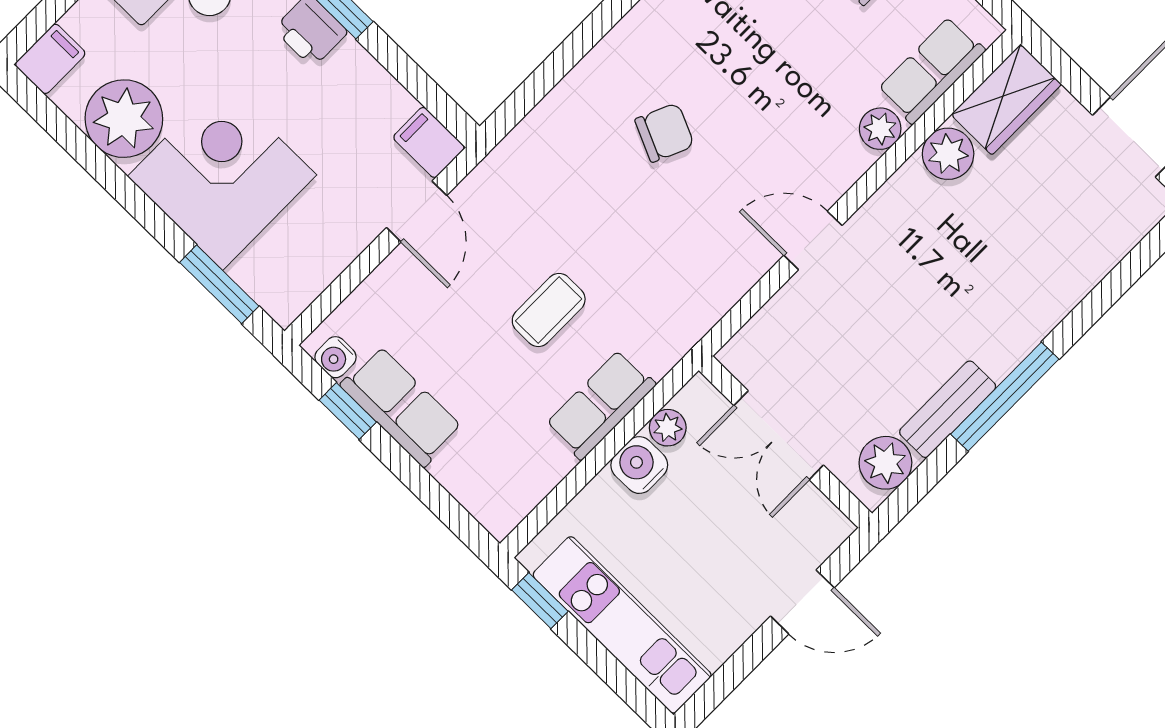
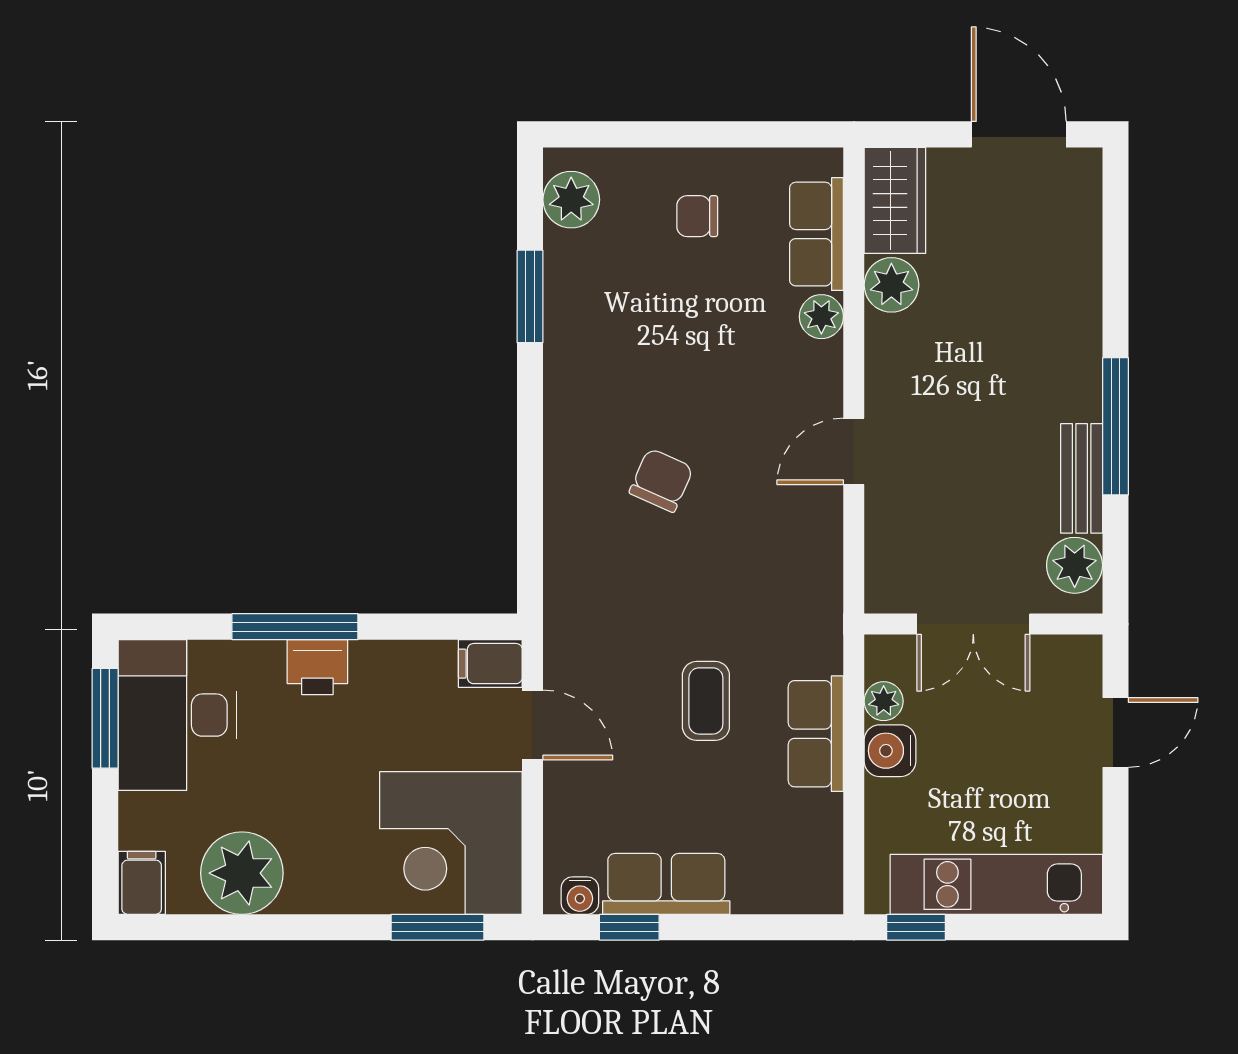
corner desk: (222, 176) -> (451, 843), moved, turned -90

